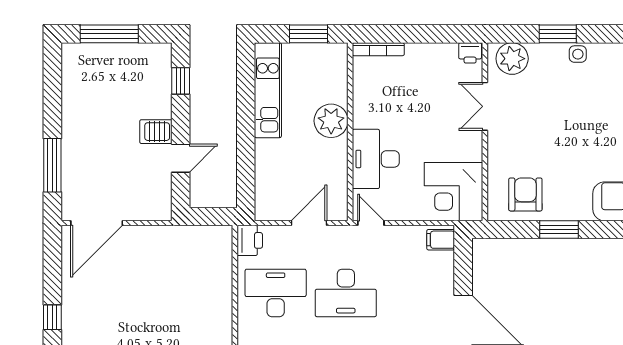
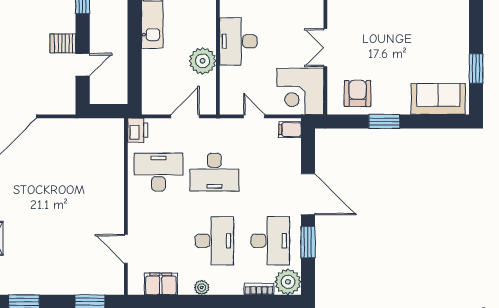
double door: (485, 106) -> (325, 48), moved
plant: (331, 121) -> (203, 61), moved
desk: (376, 159) -> (238, 41), moved
door: (371, 223) -> (254, 116), moved

